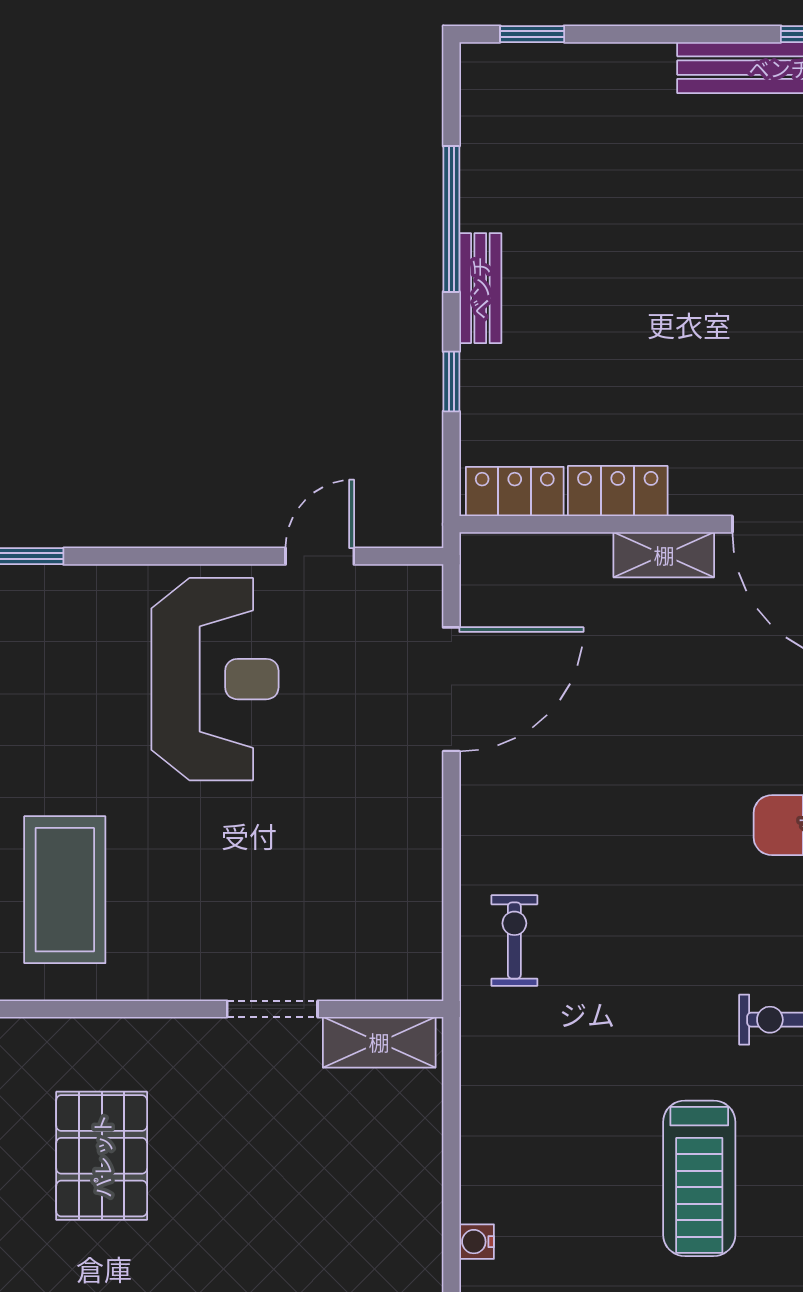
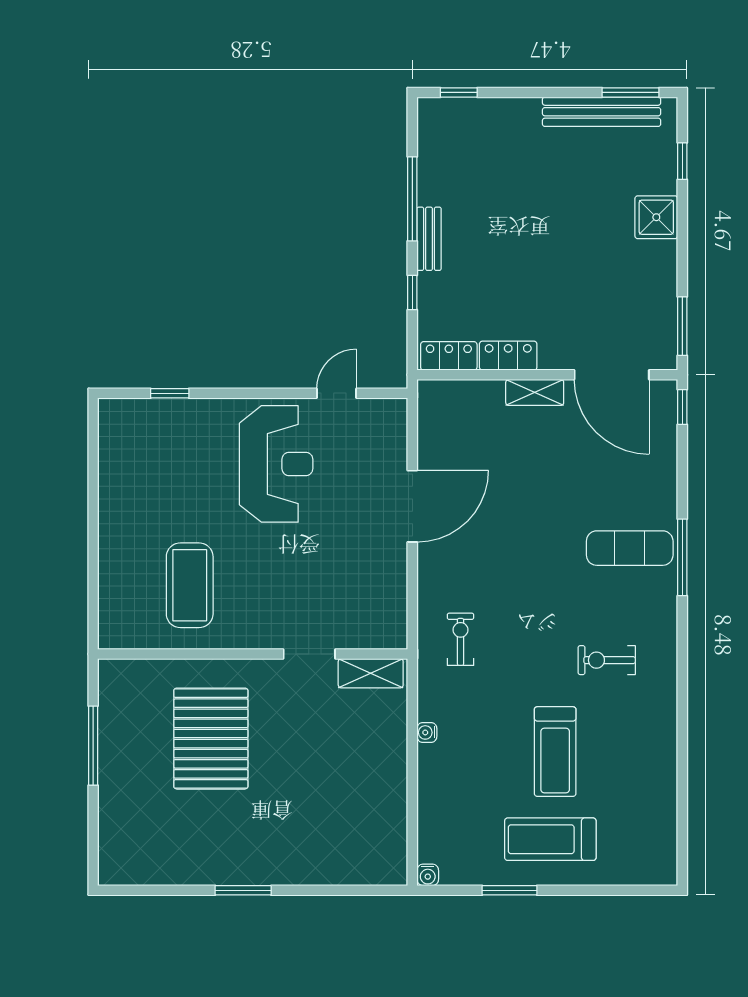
door: (451, 689) -> (412, 506), moved
exercise bike: (514, 941) -> (460, 639), moved
pallet: (102, 1156) -> (211, 739), width x1.37, depth x1.41
water cooler: (477, 1242) -> (427, 732), moved

